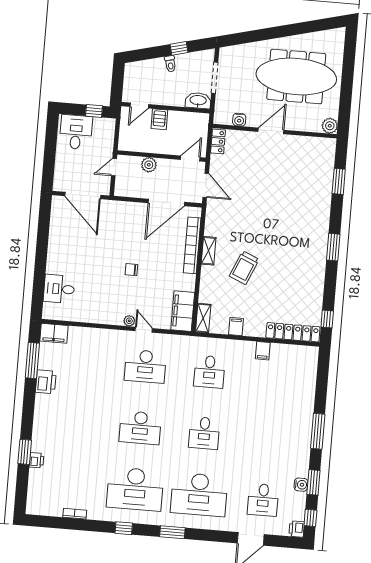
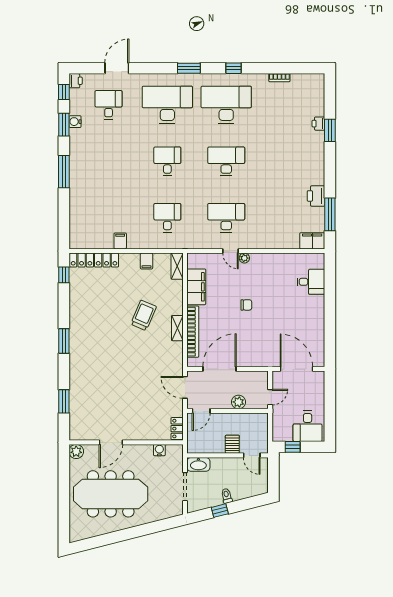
door: (139, 105) -> (252, 455), swing flipped
door: (271, 131) -> (111, 442), moved
filing cabinet: (183, 311) -> (196, 287), moved

